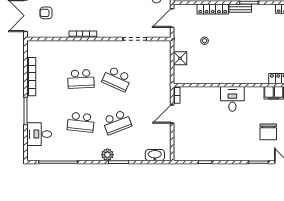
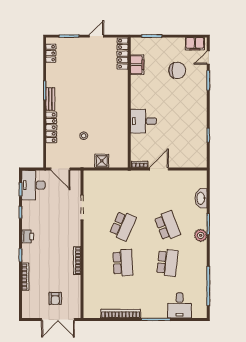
desk: (232, 99) -> (143, 121), moved
door: (172, 114) -> (159, 169), swing flipped
washbasin: (155, 155) -> (201, 198), moved

